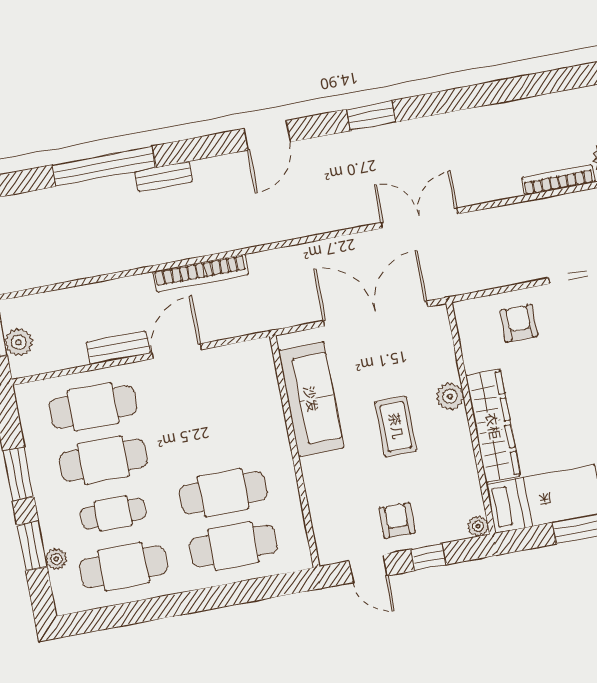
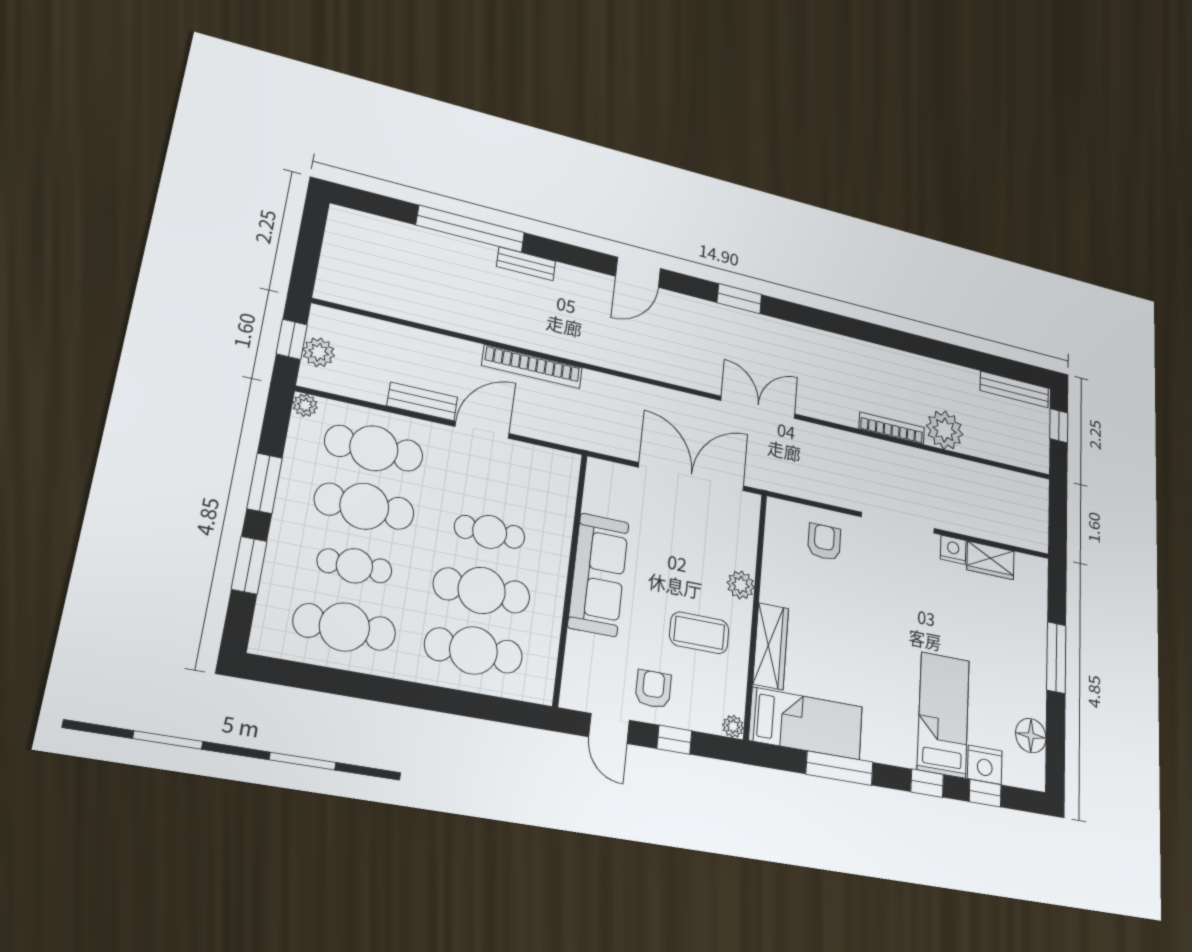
sofa: (311, 399) -> (599, 575), moved
coffee table: (396, 426) -> (699, 633), moved, turned 90
wardrobe: (493, 426) -> (771, 646), width x0.71, depth x0.85
cafe table: (213, 439) -> (490, 532), added
plant: (56, 559) -> (305, 405), moved

